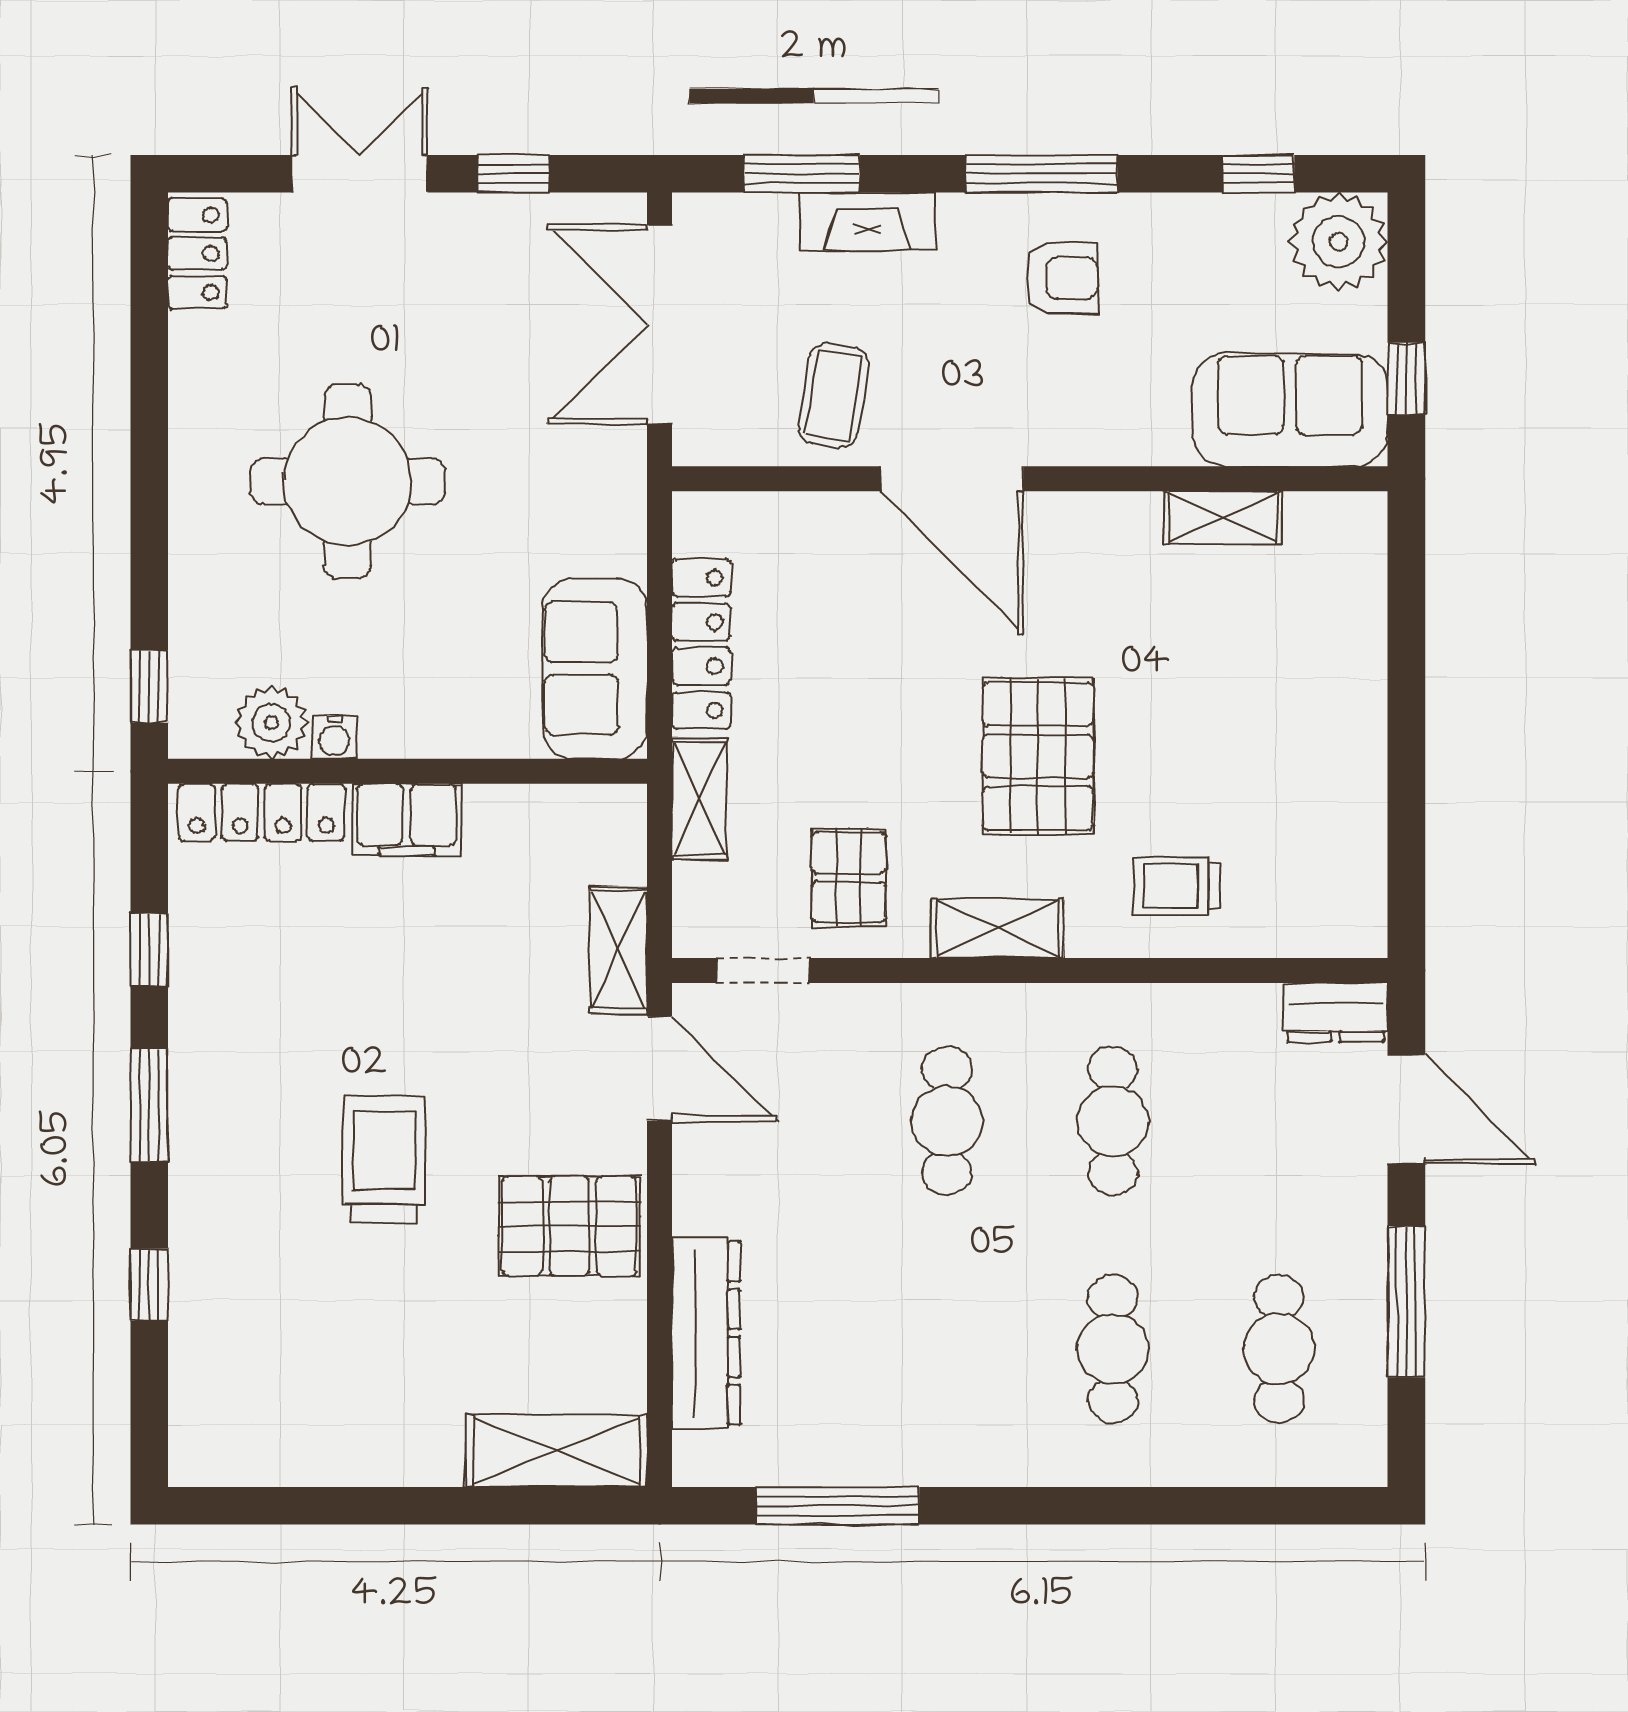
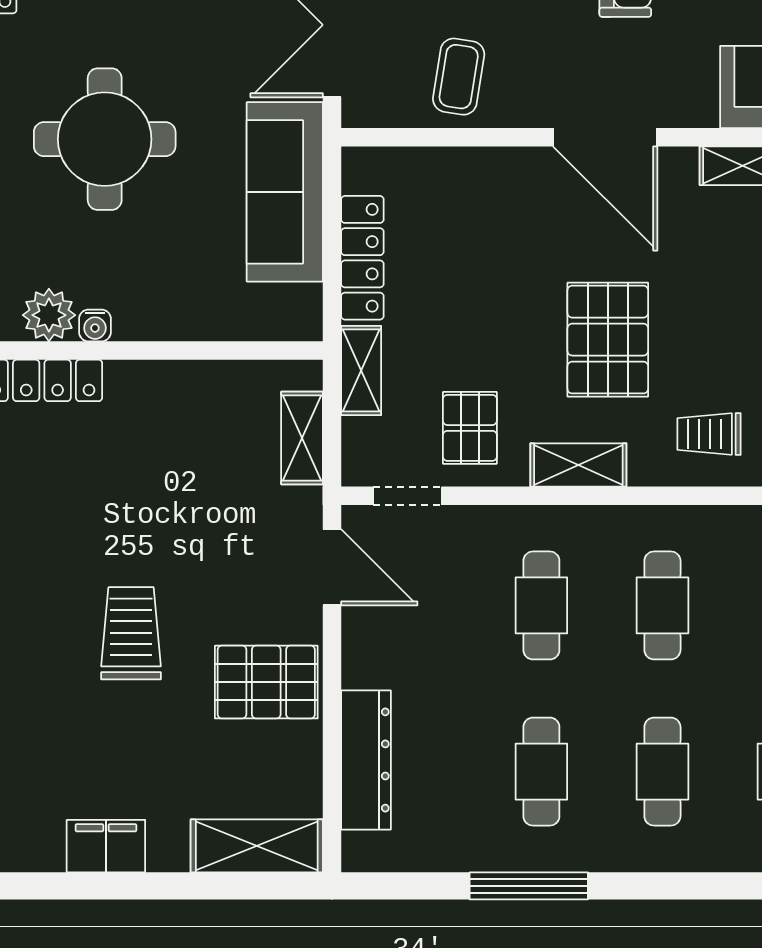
door: (952, 479) -> (605, 137), moved
sofa: (595, 668) -> (285, 192), moved, width x1.36
filing cabinet: (407, 820) -> (106, 846), moved, turned 180
shelving: (618, 950) -> (302, 438), moved
cafe table: (947, 1349) -> (541, 772), added
window: (838, 1506) -> (529, 886), moved

